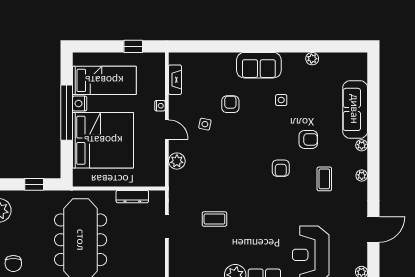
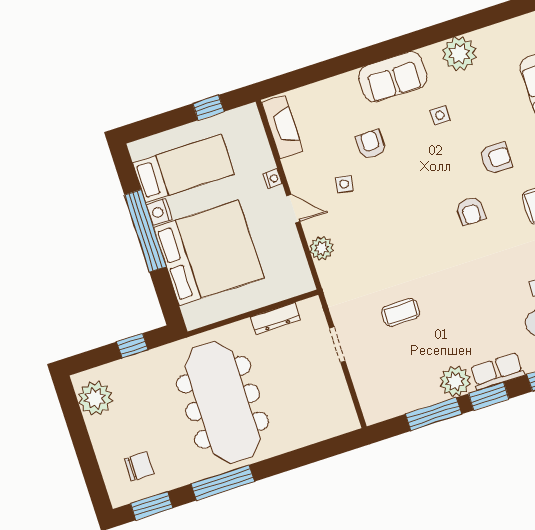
plant: (312, 59) -> (459, 54), width x1.87, depth x1.87
fireplace: (175, 80) -> (282, 127), width x1.37, depth x1.32
chair: (13, 263) -> (139, 466), turned -90

